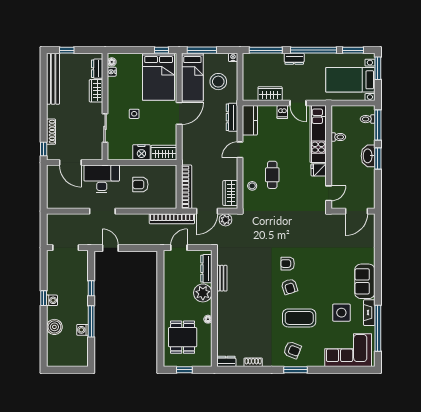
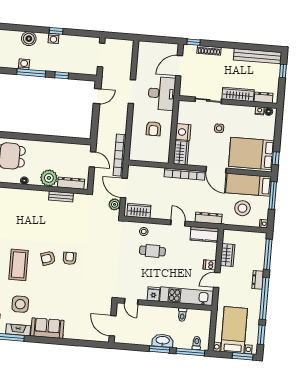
wardrobe: (96, 91) -> (238, 94), width x1.50
armchair: (140, 184) -> (154, 129), turned 180
bookcase: (187, 187) -> (185, 174), moved

